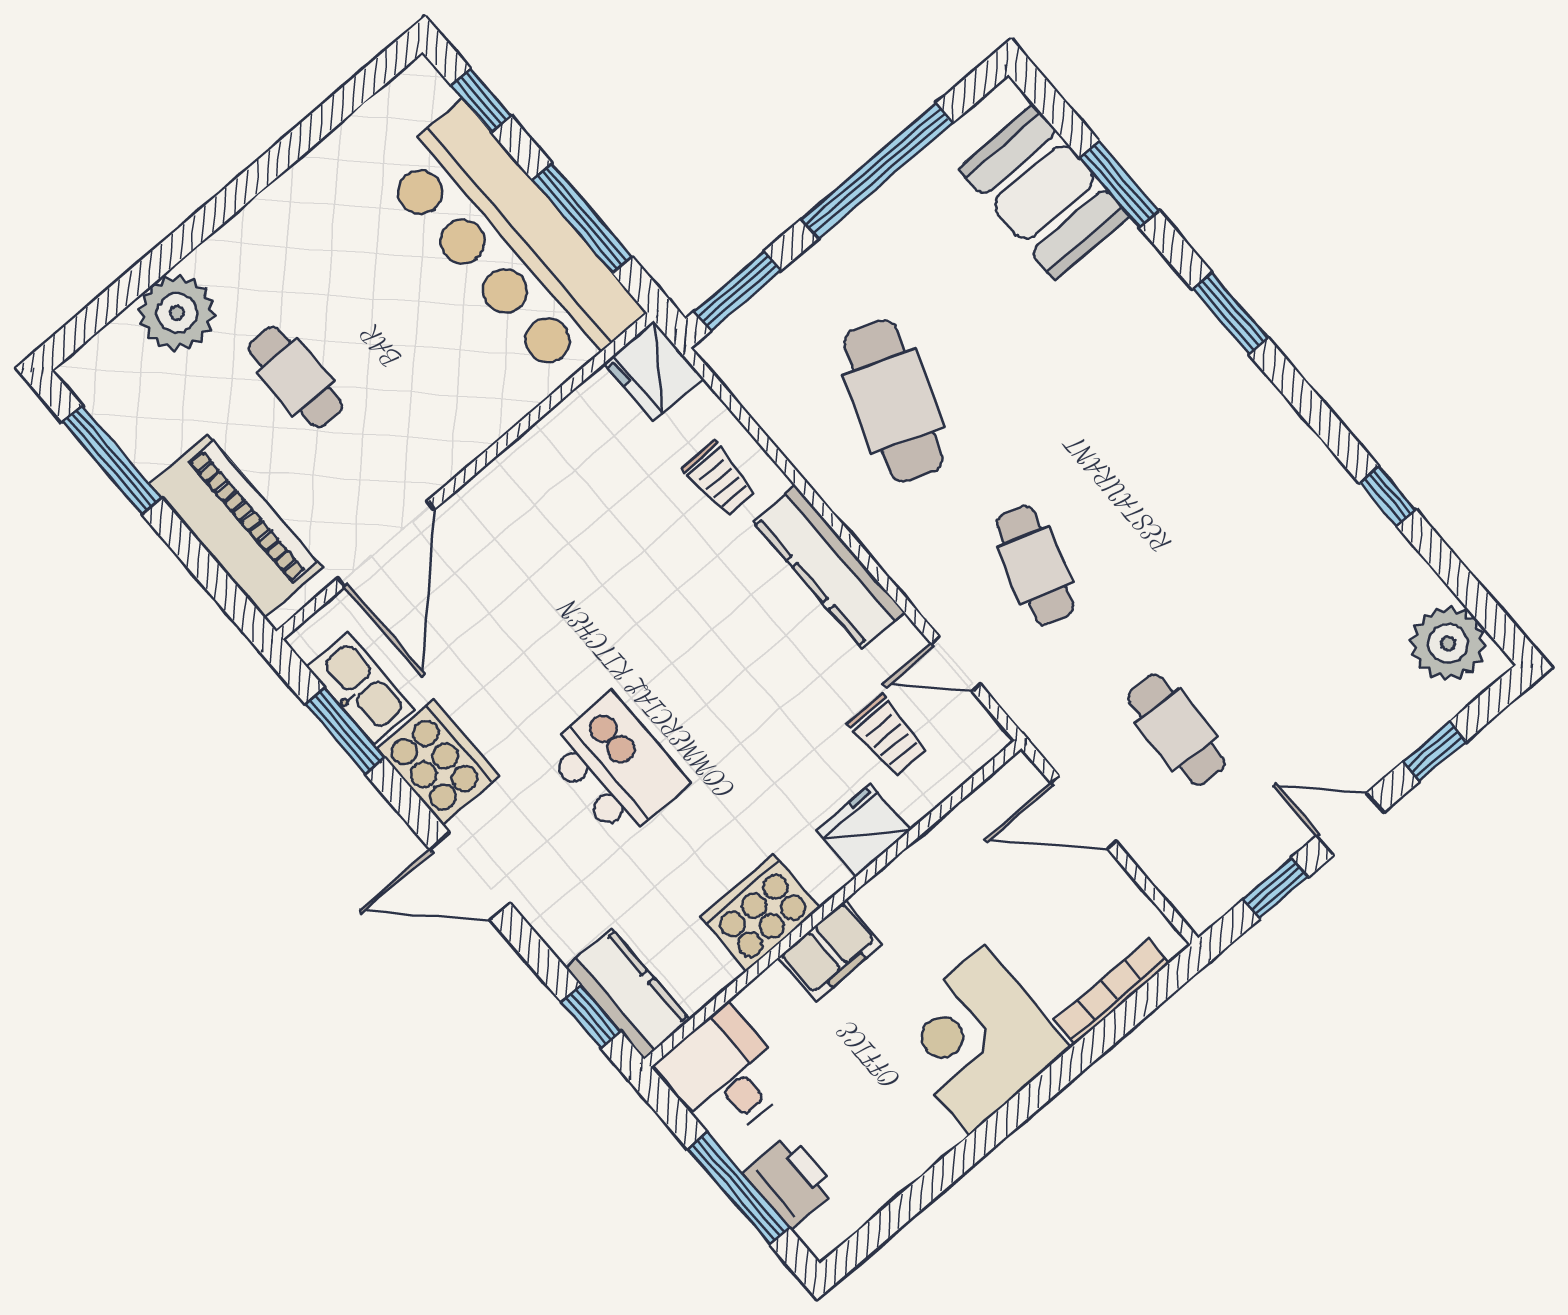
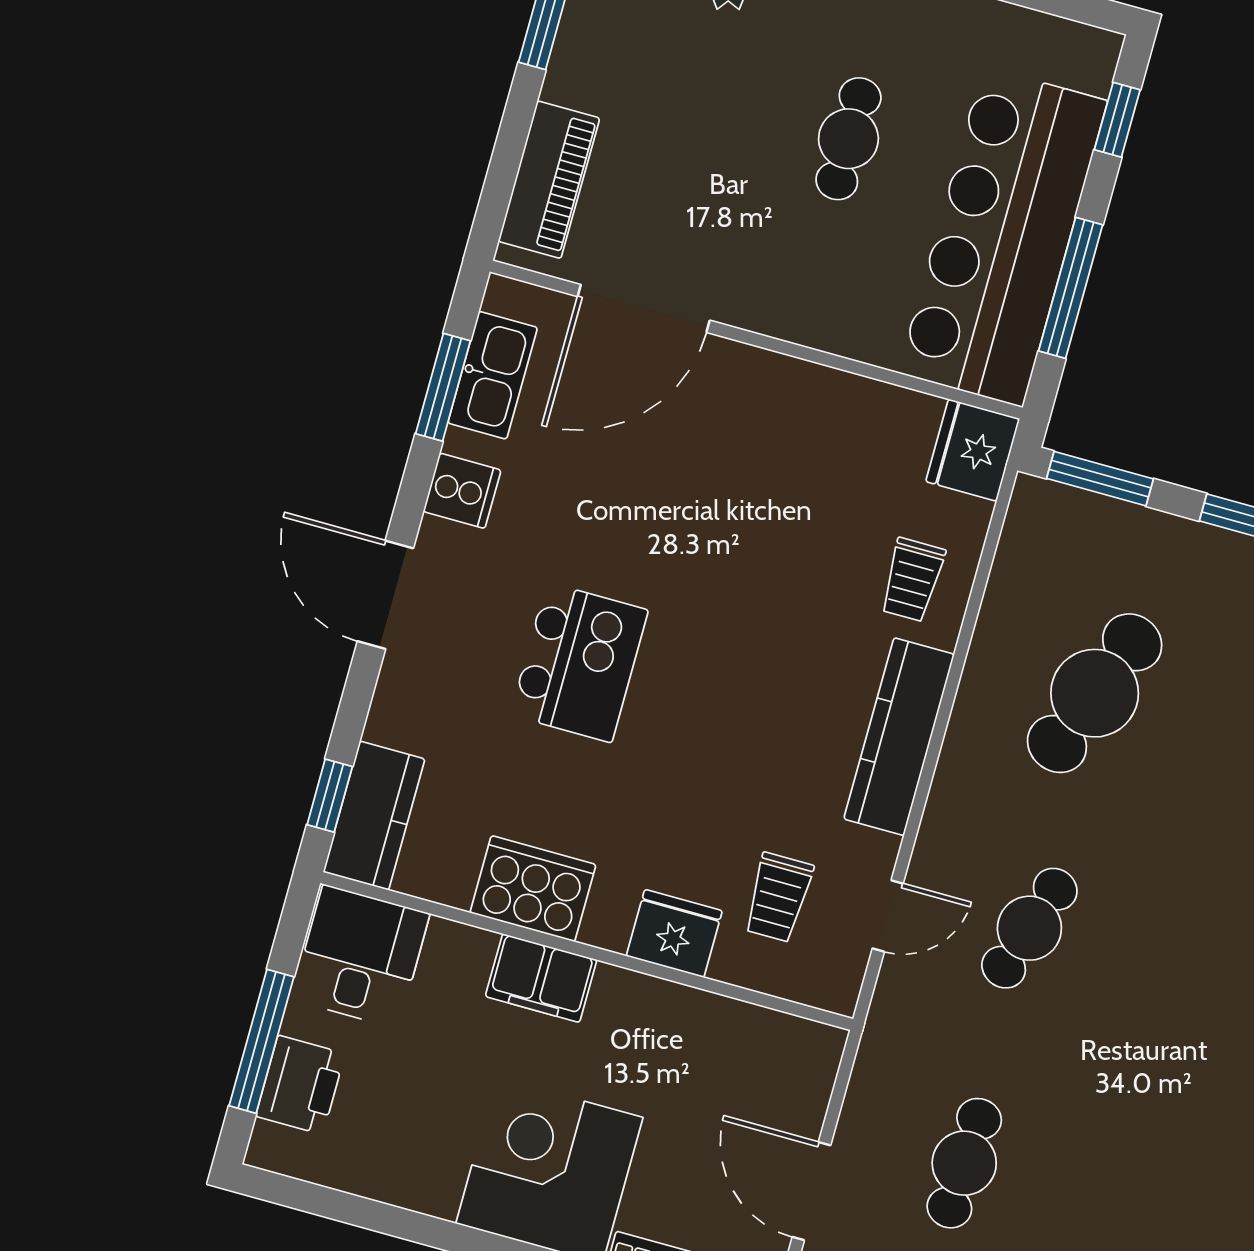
cafe table: (295, 377) -> (848, 139), moved
piano: (236, 526) -> (549, 180), width x0.73, depth x0.75
door: (956, 664) -> (888, 916), swing flipped
cooker: (438, 762) -> (462, 491), width x0.53, depth x0.76
door: (1083, 812) -> (811, 1191), moved

